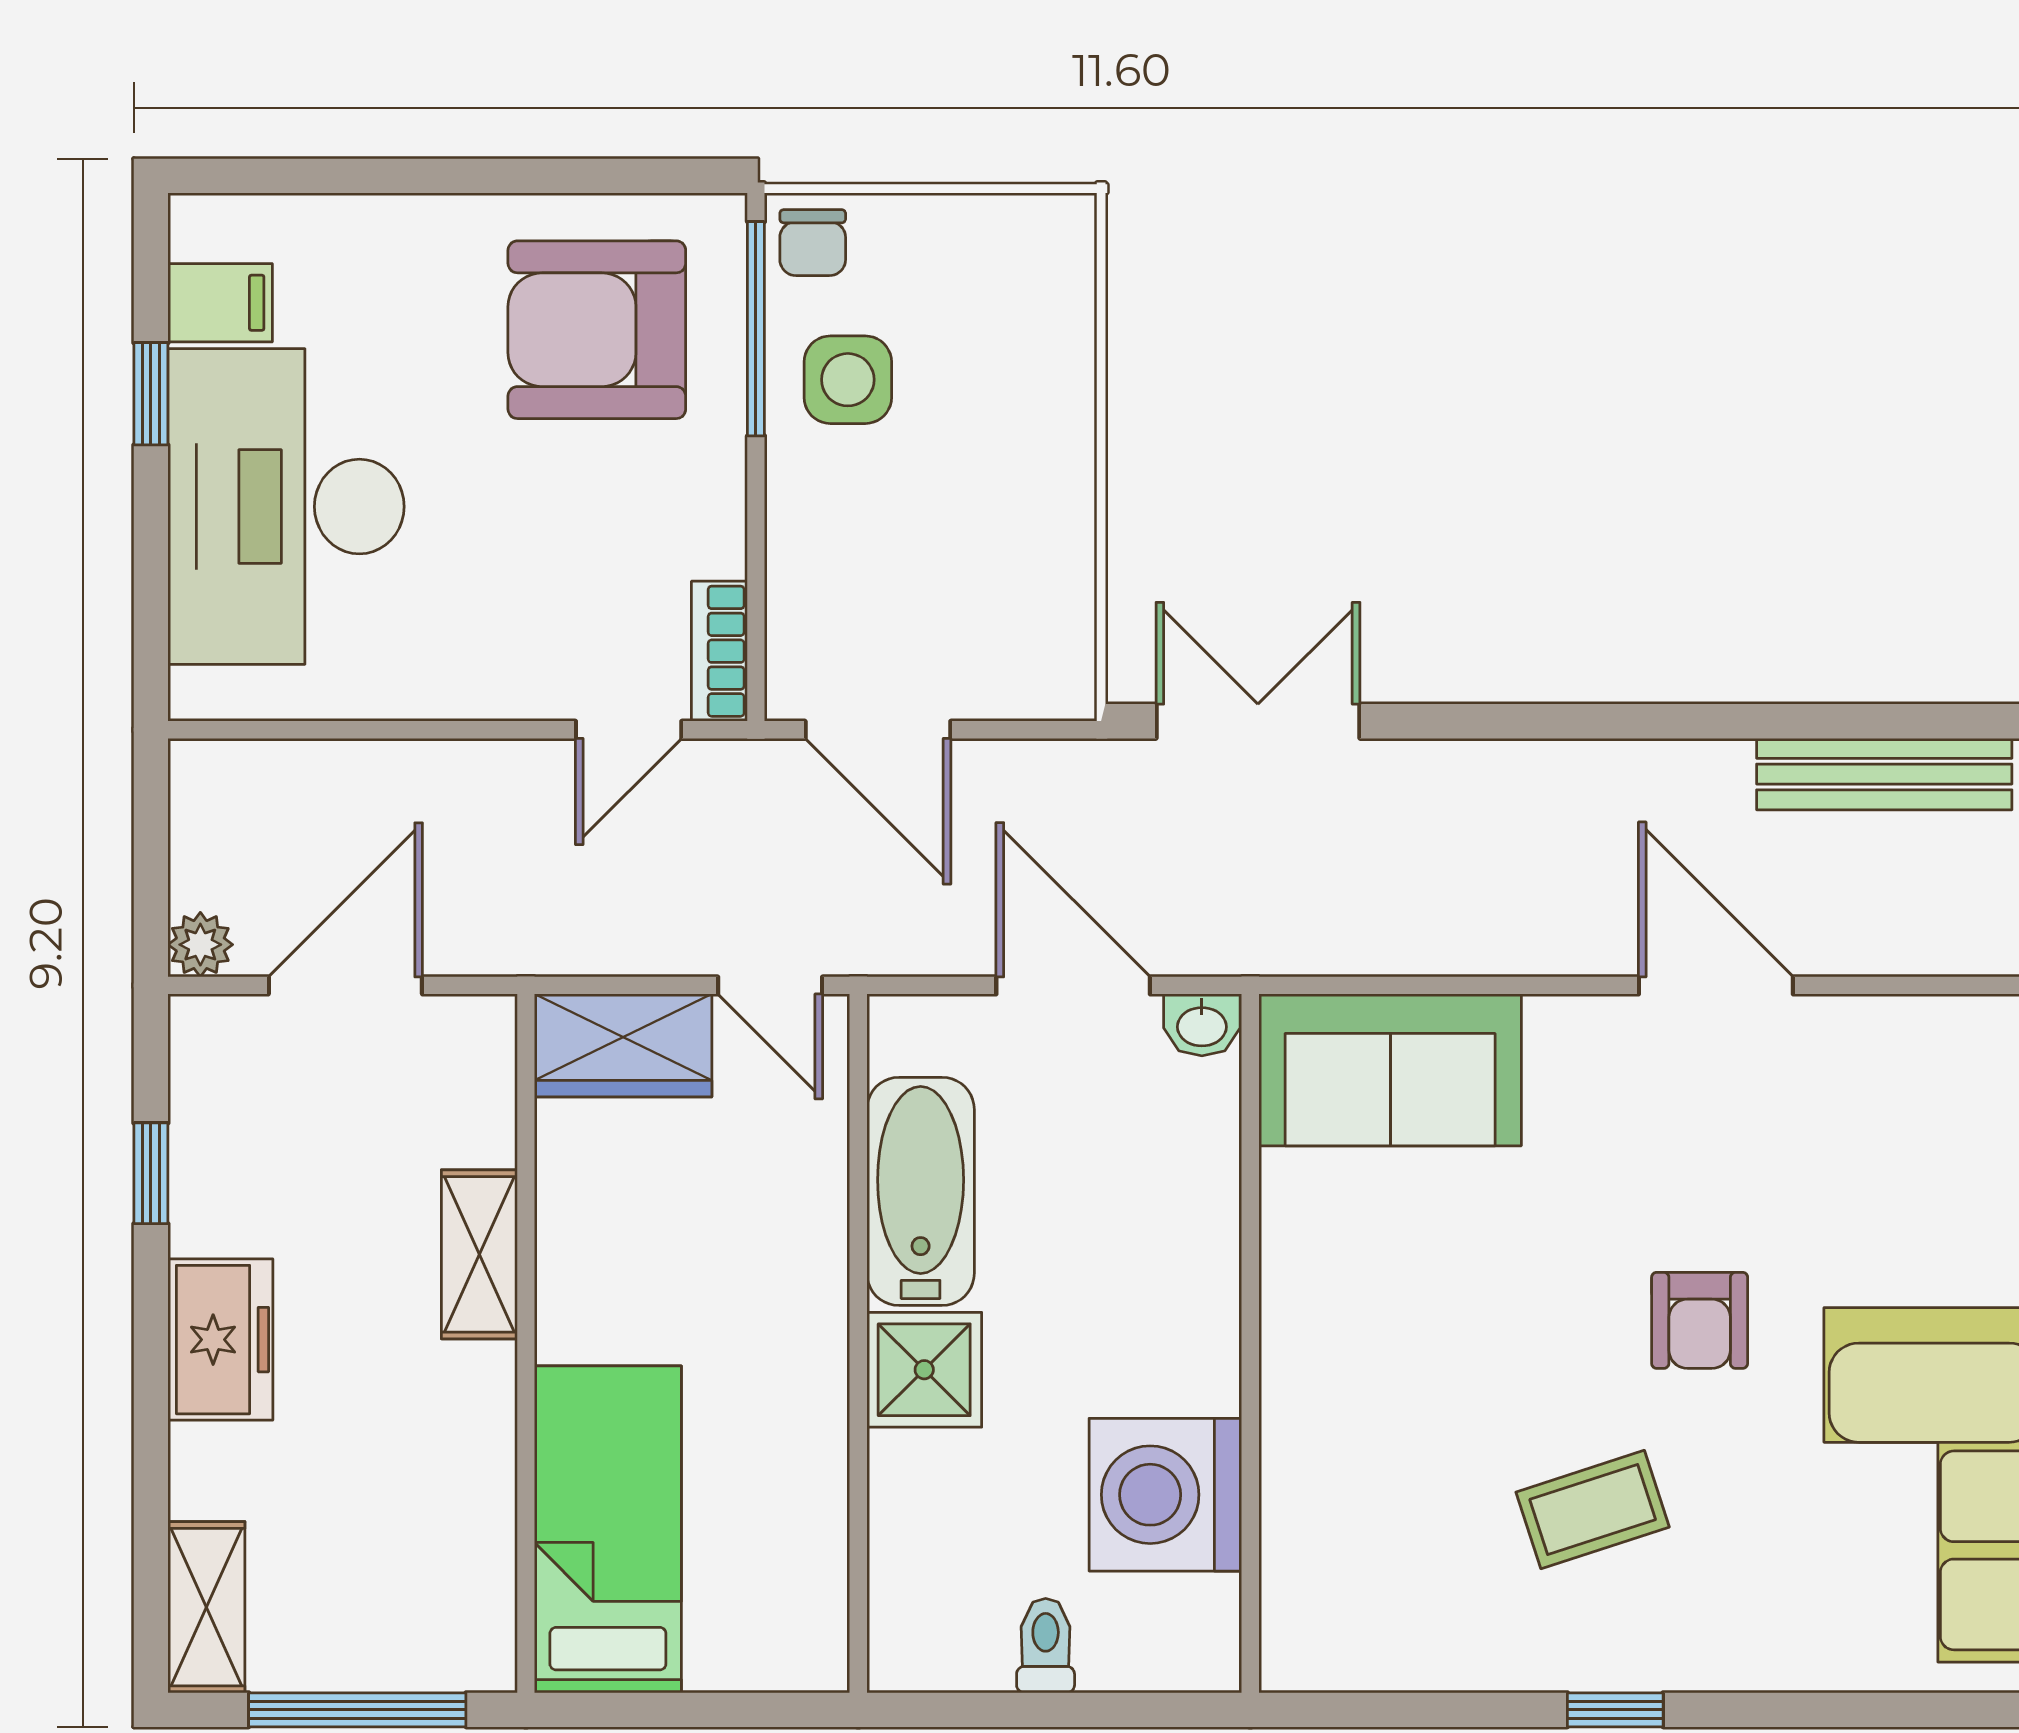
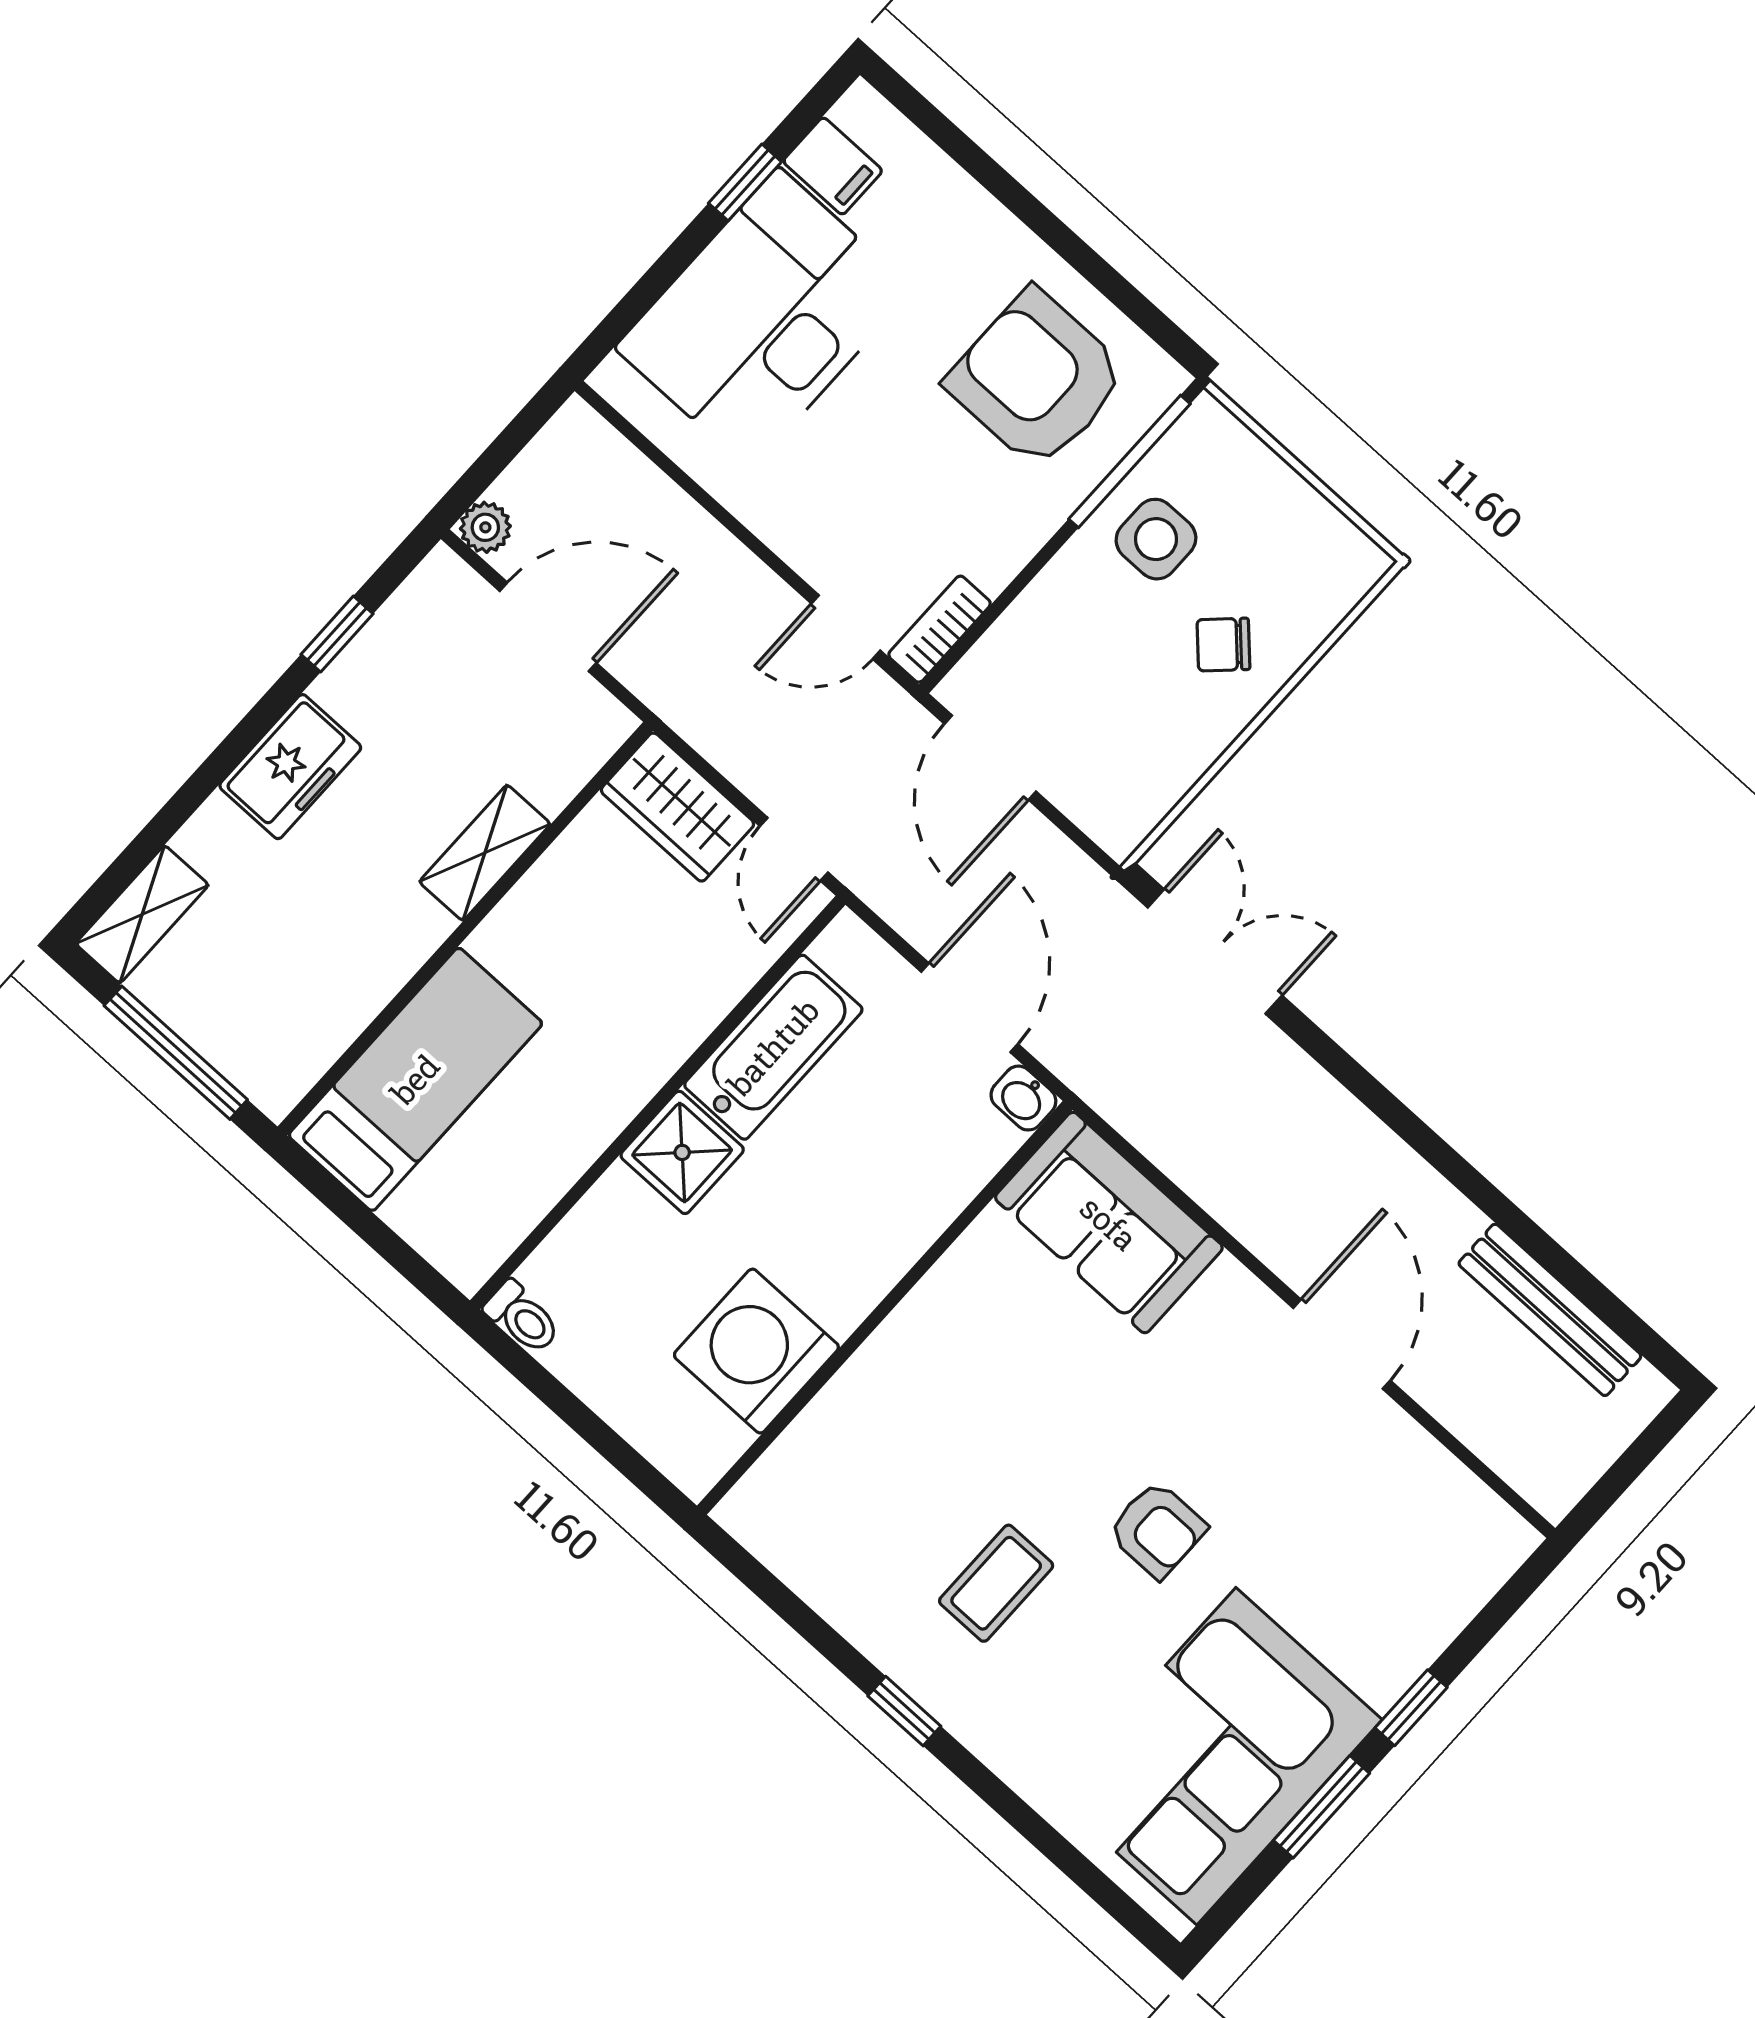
chair: (813, 243) -> (1223, 645), moved, turned 46
armchair: (1700, 1320) -> (1157, 1530), turned -90
coffee table: (1593, 1510) -> (996, 1583), turned -72
toilet: (1046, 1646) -> (522, 1317), moved, turned 90

